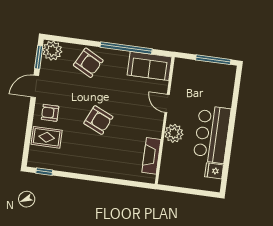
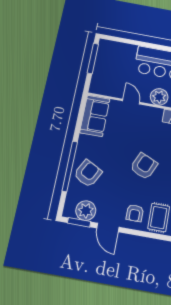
window: (126, 48) -> (70, 166), moved
plant: (52, 51) -> (86, 211), moved
door: (167, 104) -> (131, 102), swing flipped

